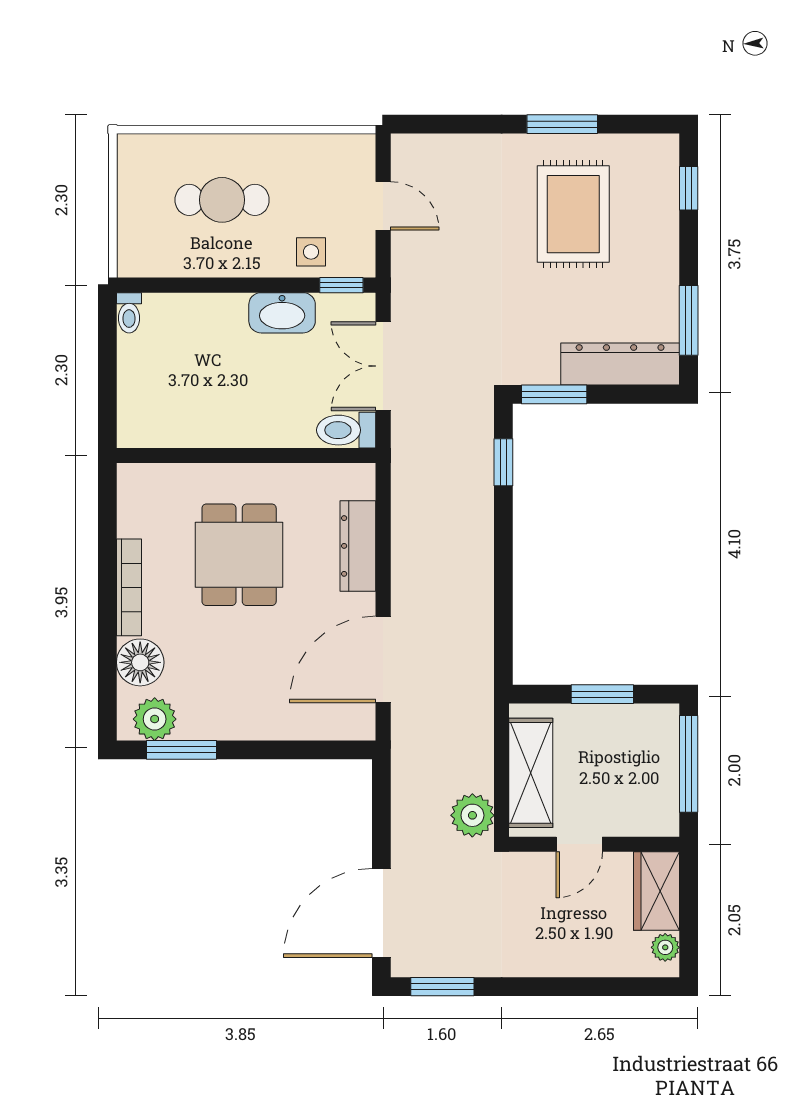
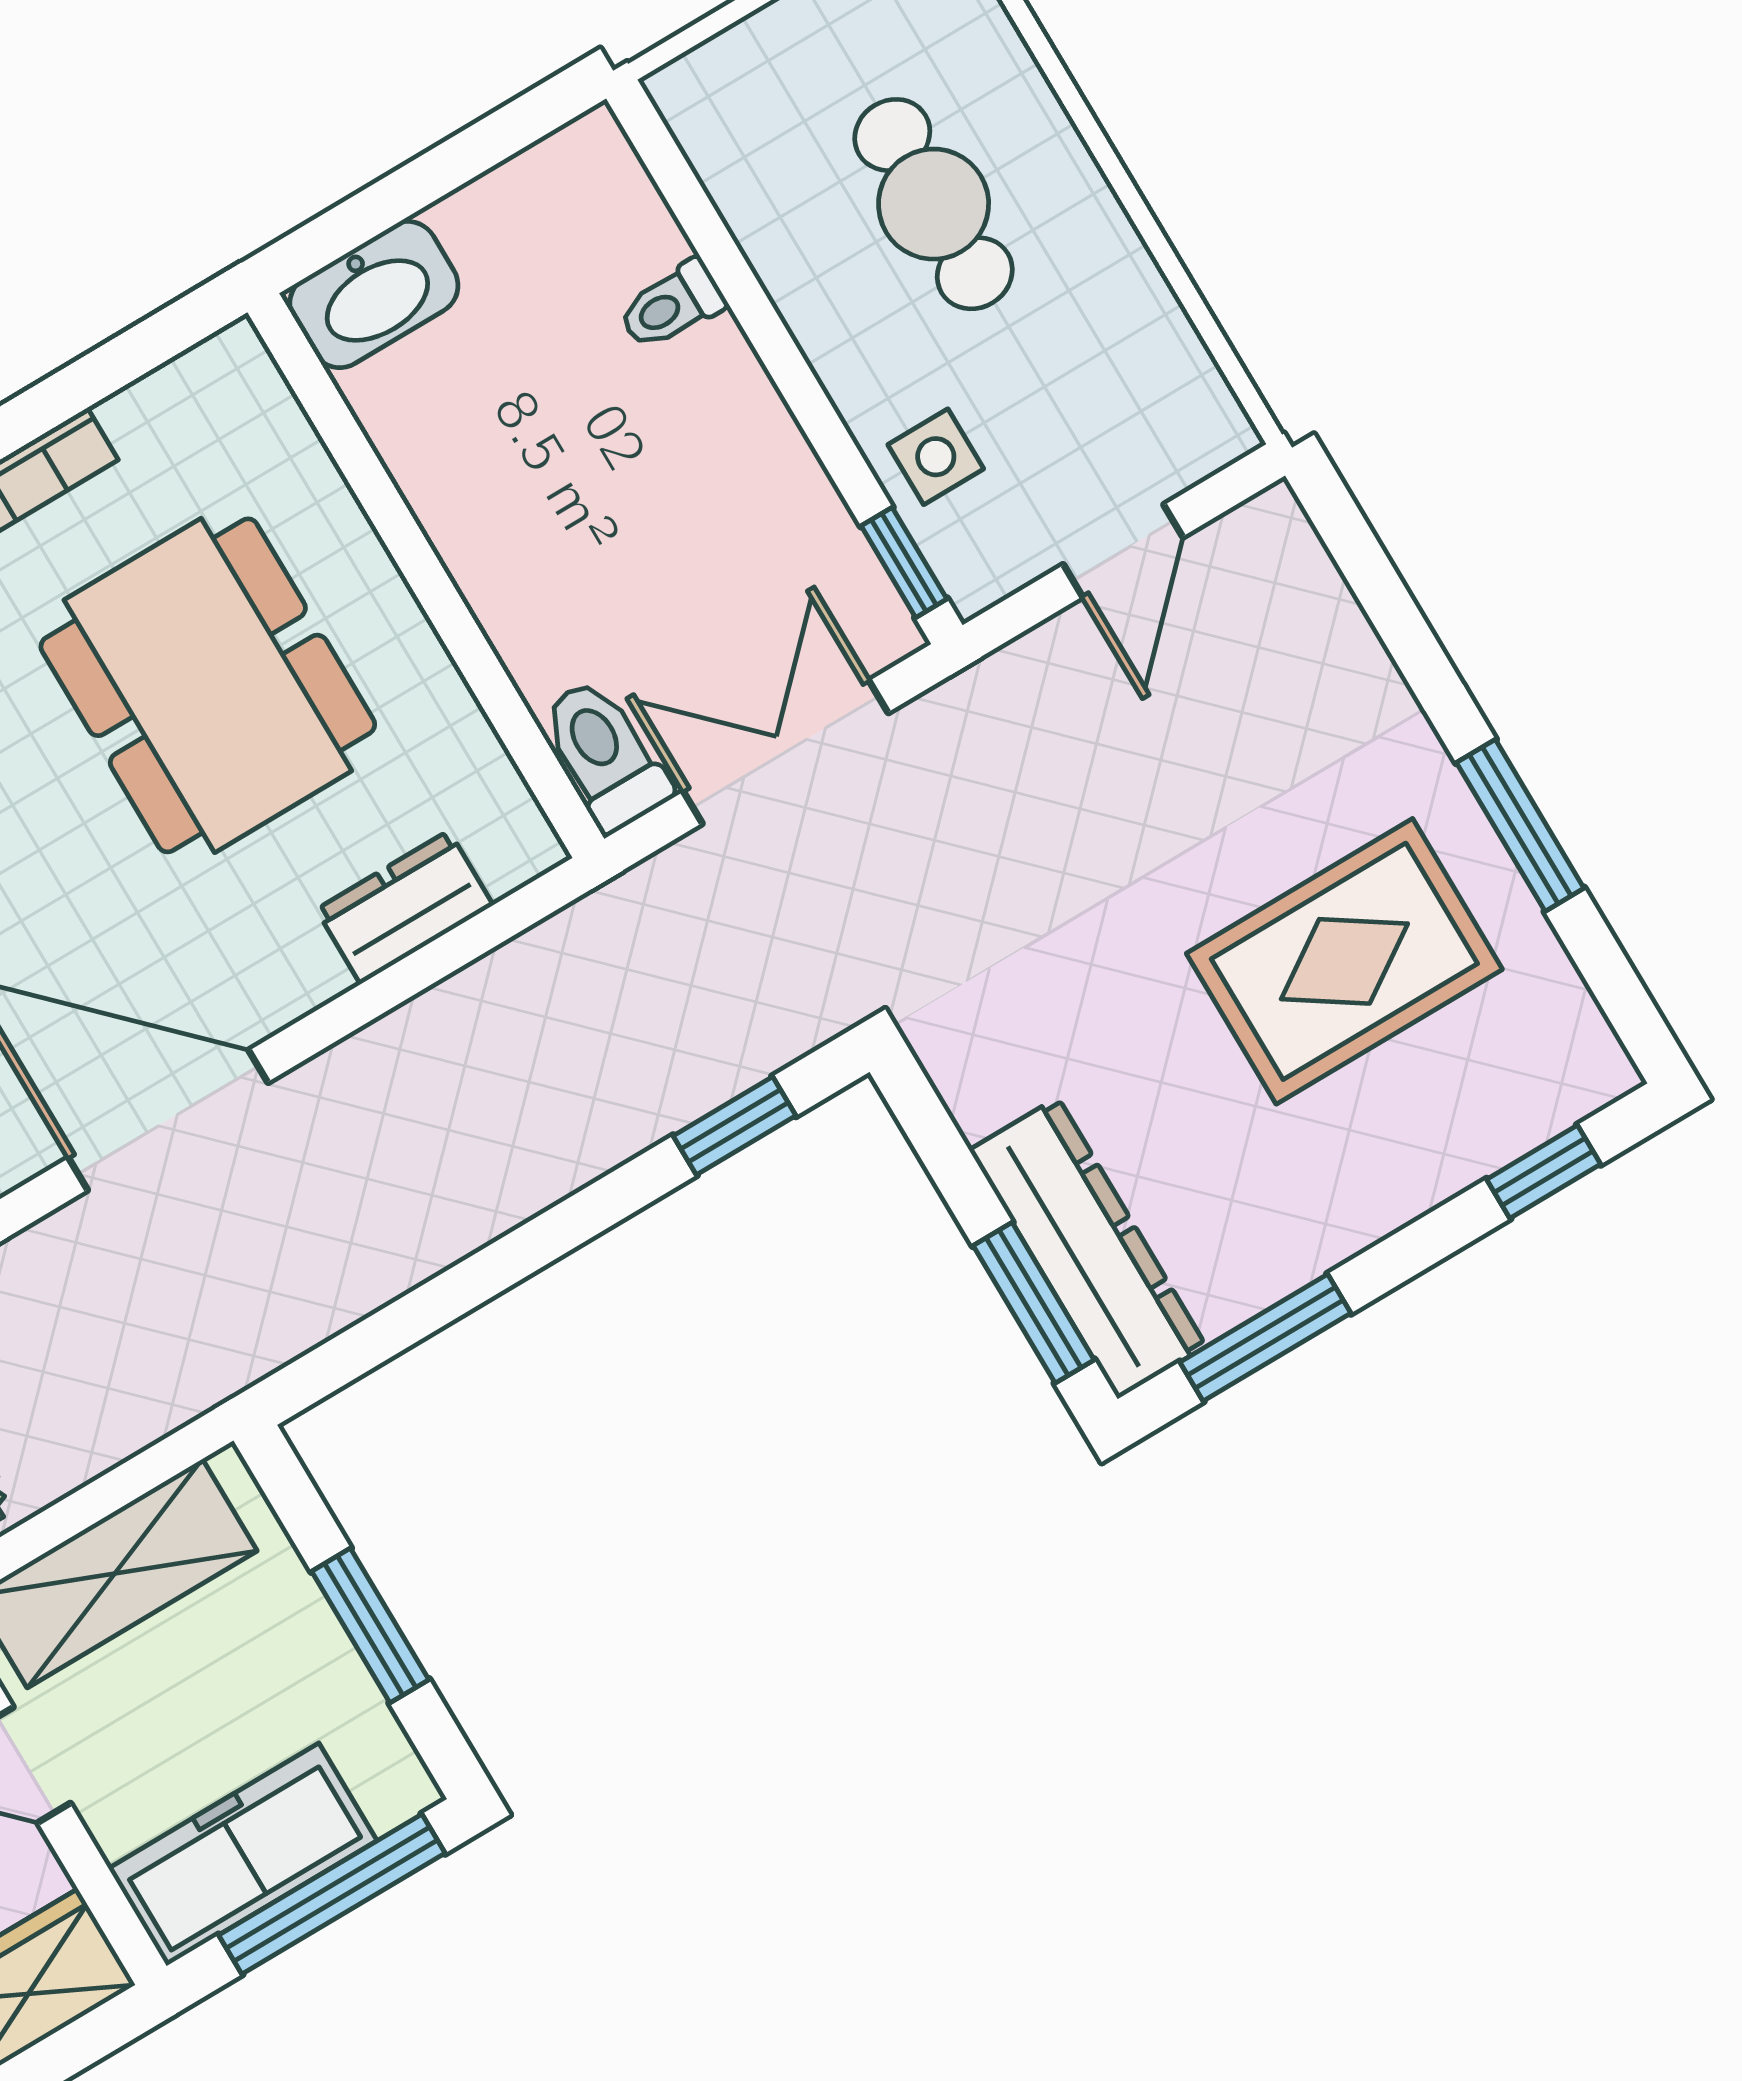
toilet: (129, 313) -> (672, 305), moved
washbasin: (282, 313) -> (374, 295), moved, turned -90
window: (554, 394) -> (1034, 1303), moved
dresser: (358, 546) -> (405, 907), width x0.70
dining table: (239, 555) -> (208, 685), width x1.38
freezer: (656, 787) -> (243, 1855), added

